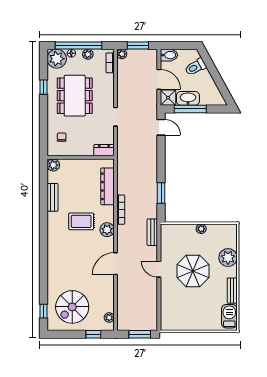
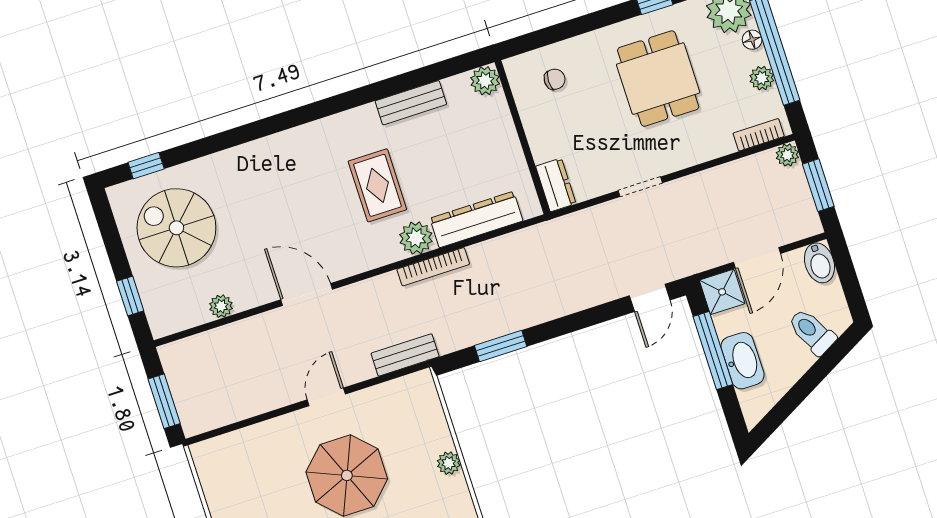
dining table: (75, 96) -> (658, 79), width x0.73
washbasin: (188, 98) -> (743, 361), moved
plant: (107, 230) -> (416, 238), moved
plant: (109, 318) -> (221, 306), moved

